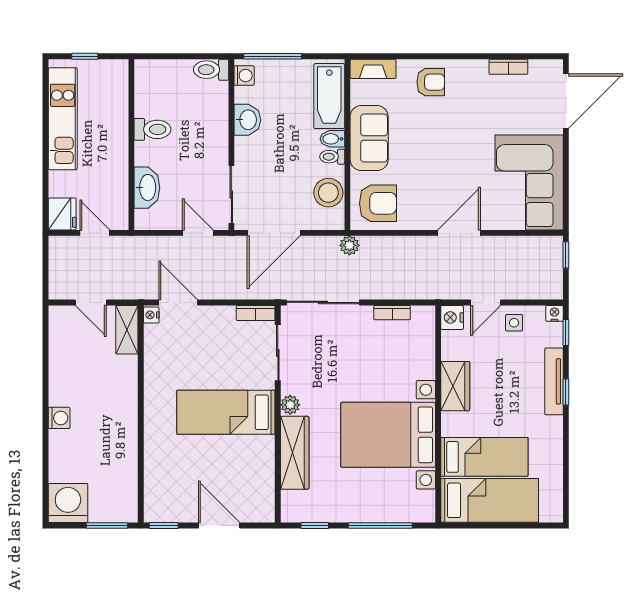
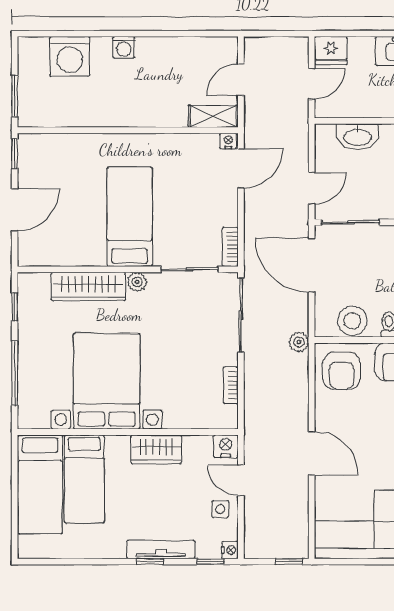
washing machine: (68, 503) -> (70, 56), moved, turned 90

